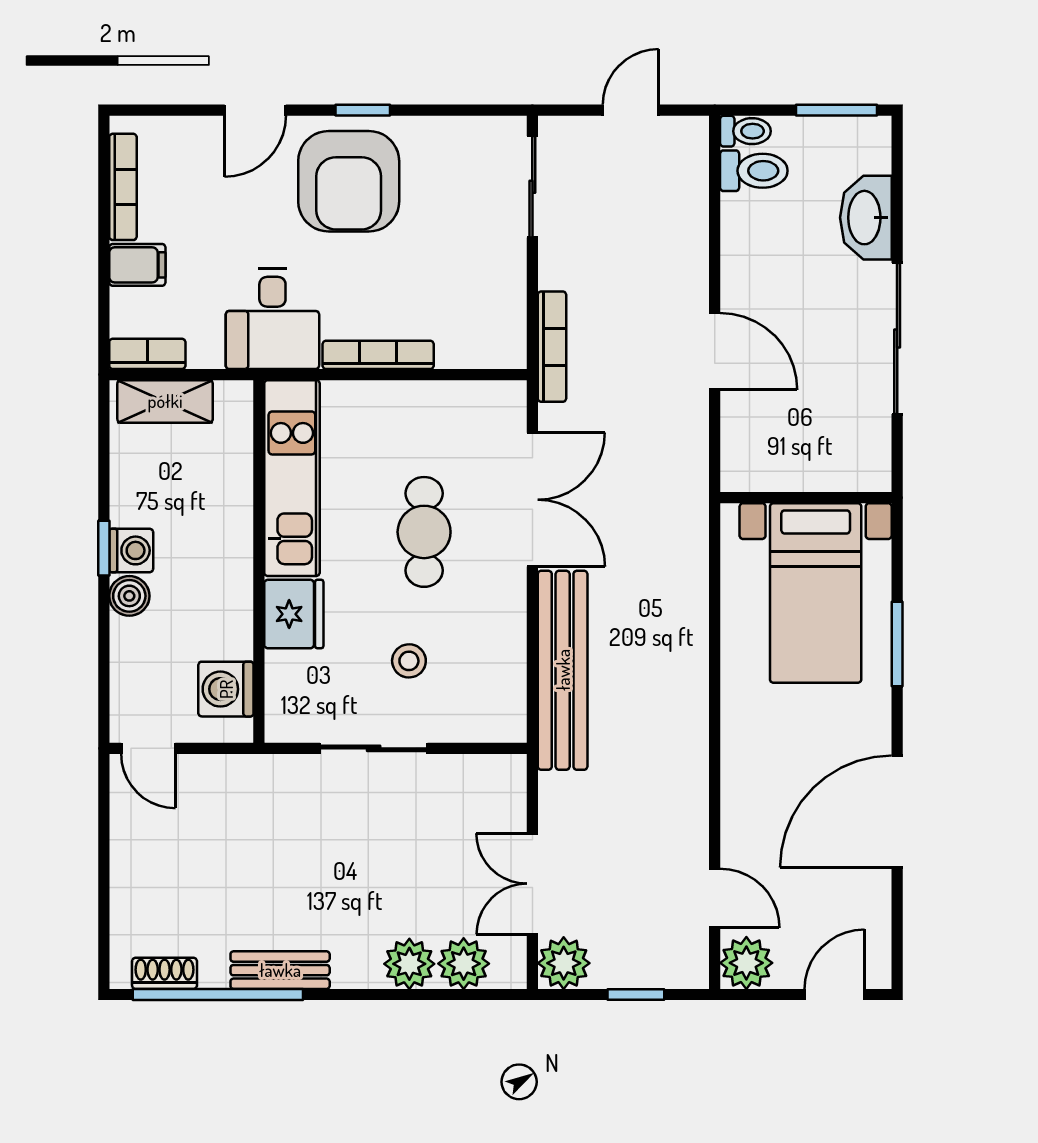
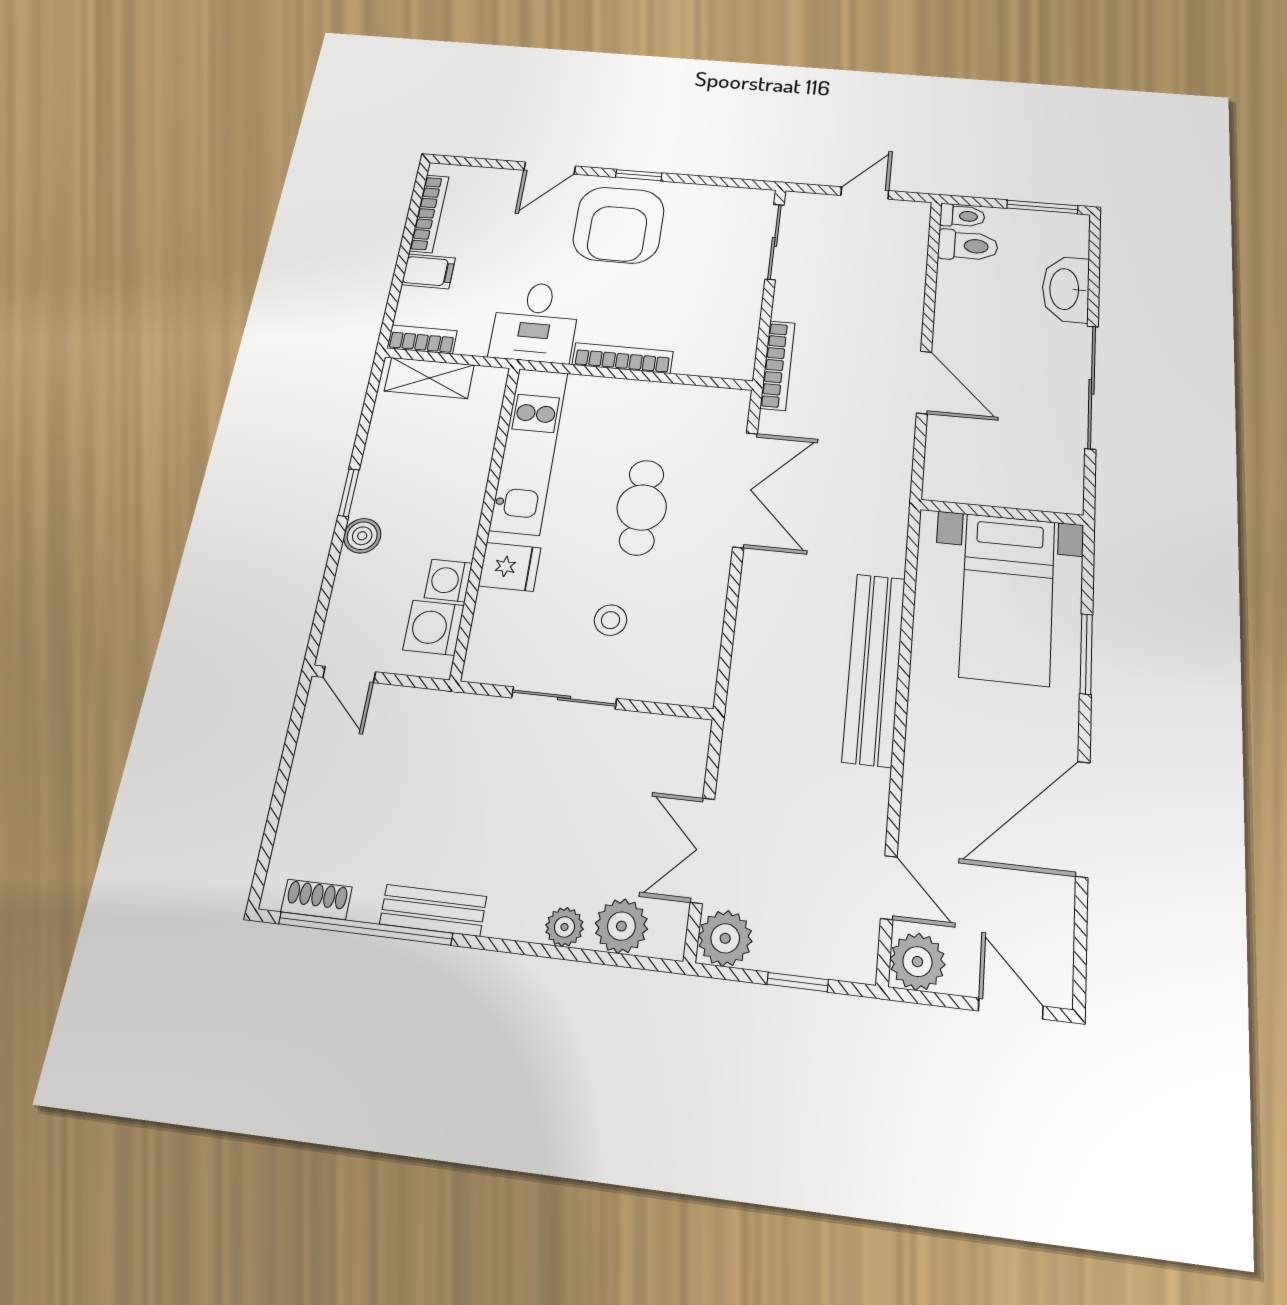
washing machine: (131, 550) -> (448, 580), moved, turned 180
fridge: (294, 614) -> (510, 567), width x0.72
bench: (563, 670) -> (874, 669), moved
plant: (409, 964) -> (564, 927), width x0.73, depth x0.73
door: (834, 995) -> (1011, 1009), hinge flipped

